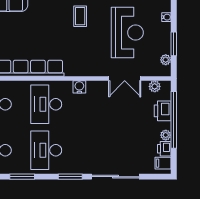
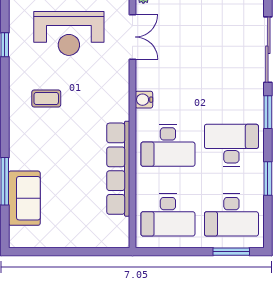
reception desk: (127, 33) -> (69, 33), turned 180
desk: (46, 150) -> (231, 145), turned 180

